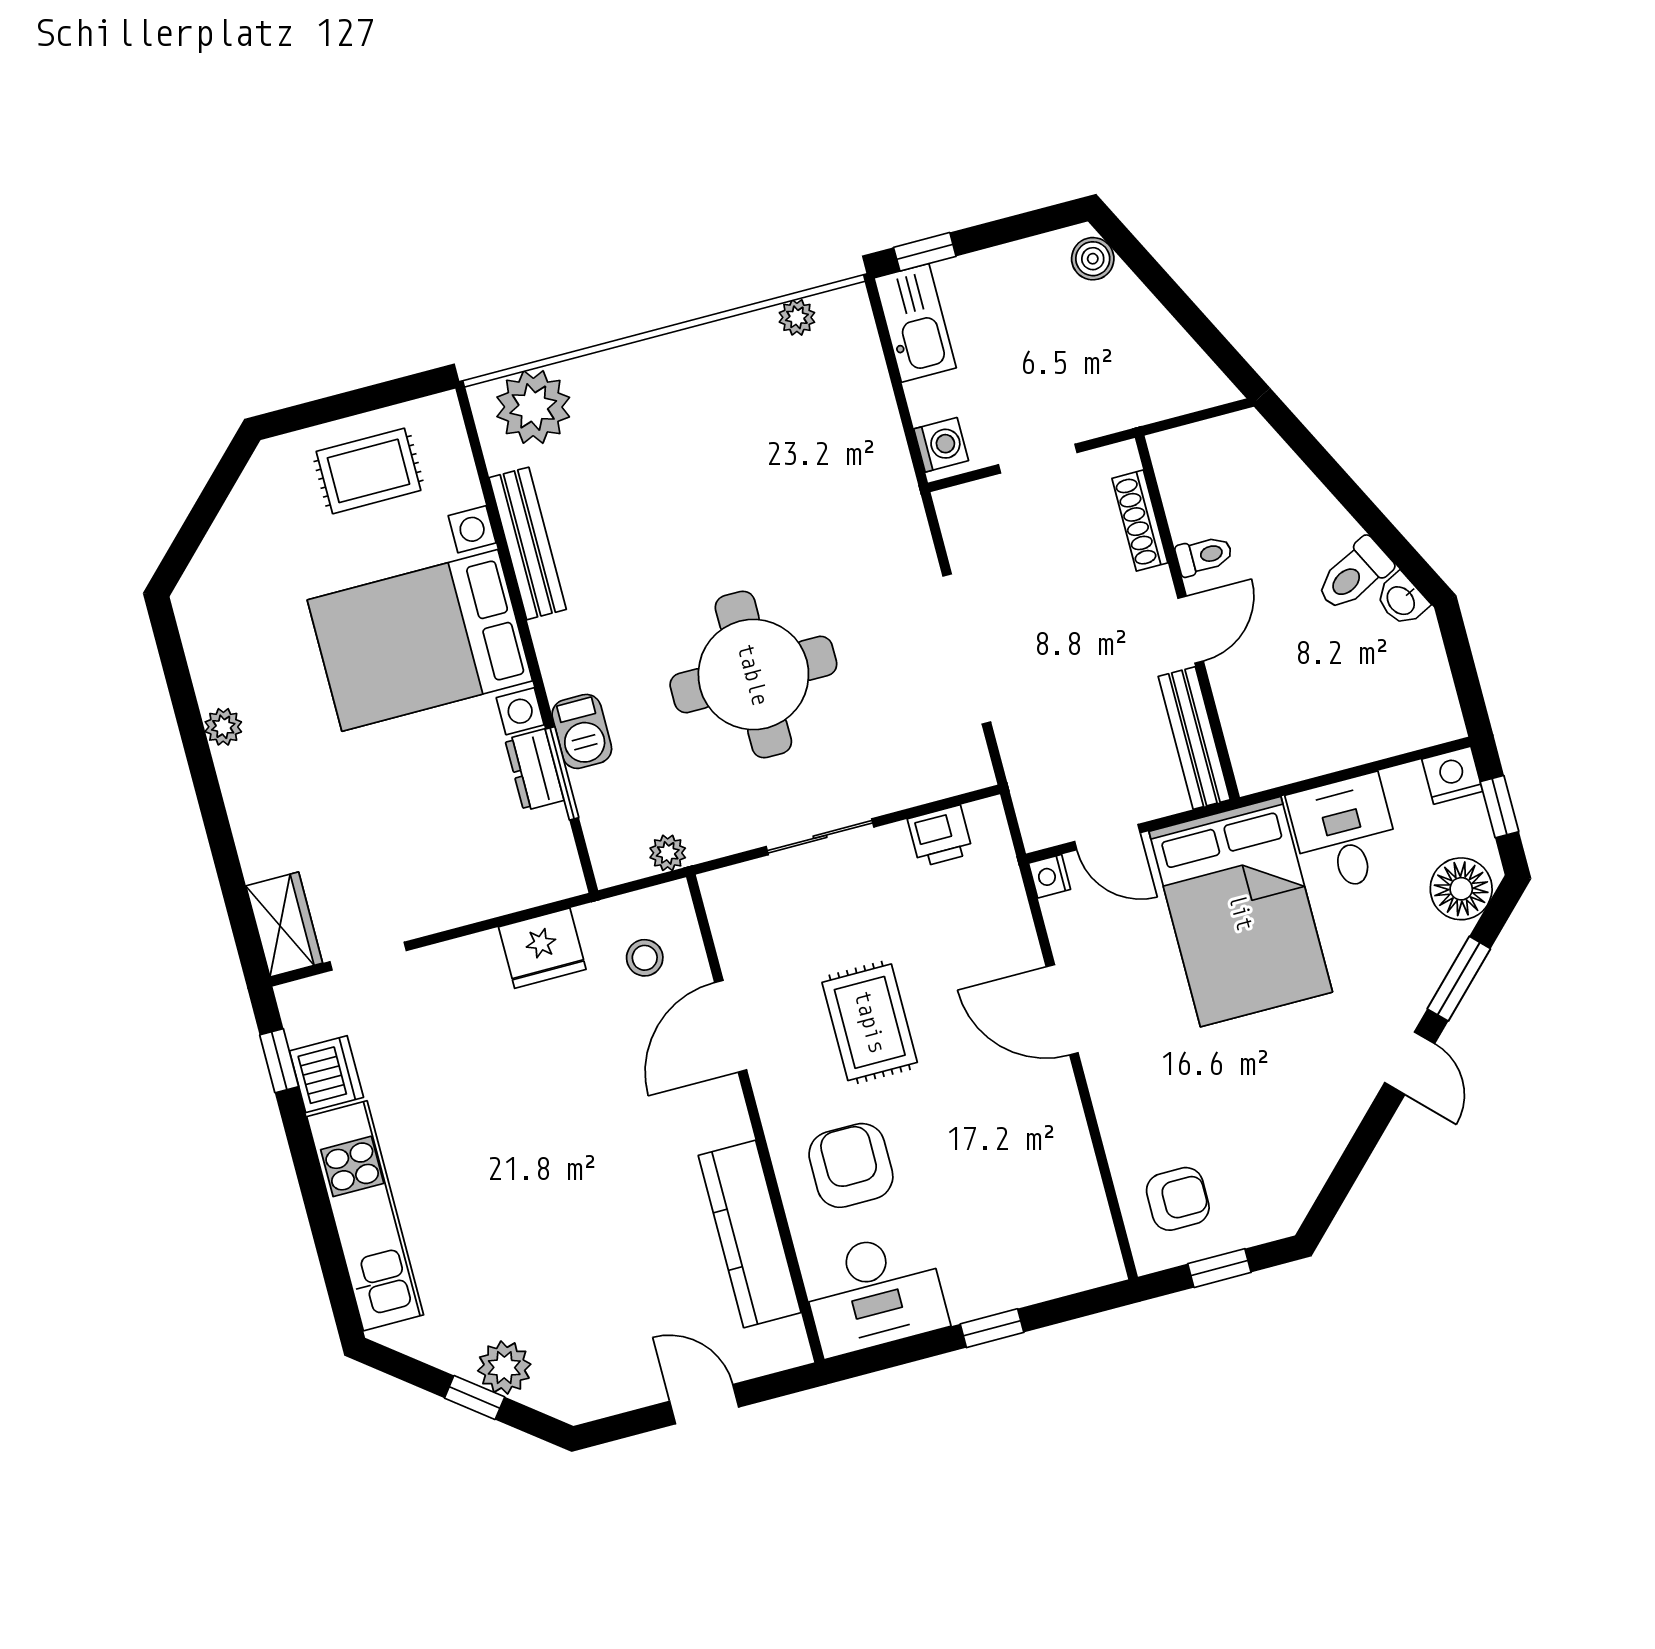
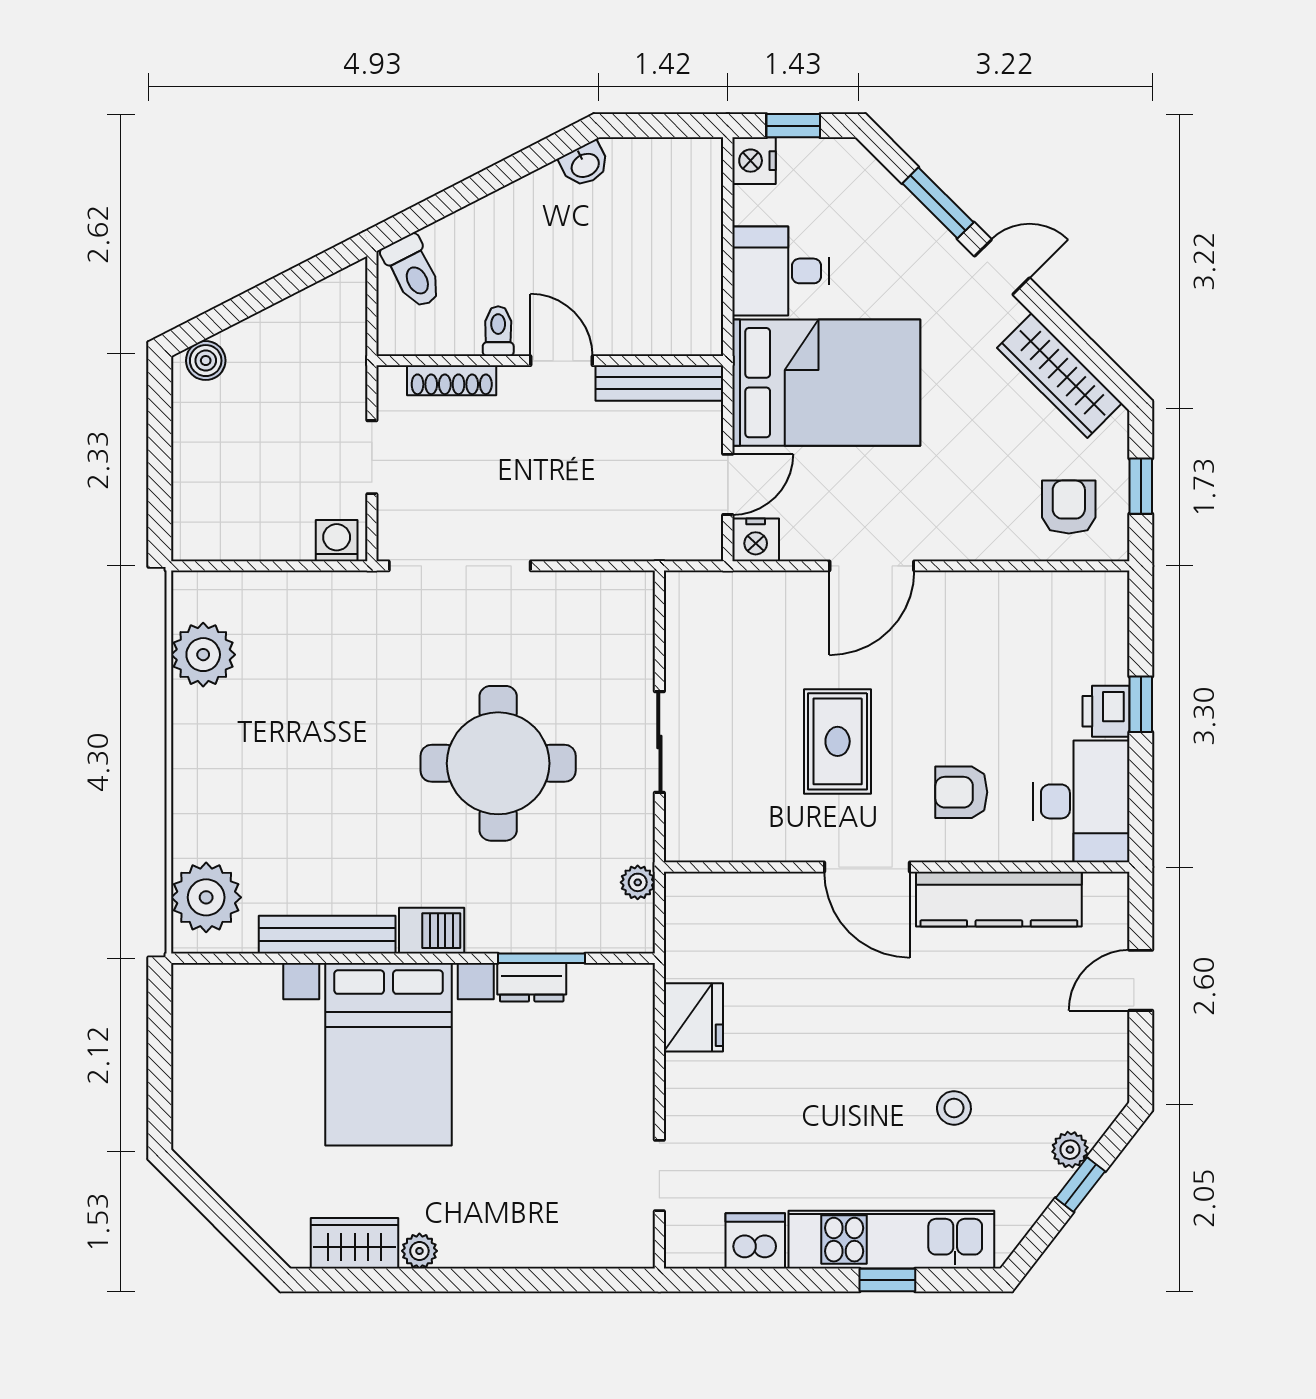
window: (925, 252) -> (160, 510), removed
plant: (797, 317) -> (203, 655), width x1.88, depth x1.88
kitchen sink: (915, 323) -> (221, 535), removed
rug: (369, 471) -> (224, 1060), removed
toilet: (1354, 575) -> (413, 272), moved
doorway: (967, 649) -> (460, 566), moved
barbecue: (582, 731) -> (432, 931), moved
printer: (940, 836) -> (1106, 711), moved, turned 180
nightstand: (1050, 876) -> (756, 540), width x1.39, depth x1.35
floor lamp: (1461, 889) -> (858, 180), removed
wardrobe: (284, 924) -> (355, 1243), moved
stool: (645, 958) -> (954, 1108), moved
rug: (870, 1022) -> (838, 741), turned 90
door: (731, 1026) -> (867, 867), moved
window: (279, 1061) -> (887, 1280), moved
wardrobe: (1312, 1153) -> (1060, 376), added
armchair: (851, 1165) -> (961, 792), width x0.72, depth x0.72
plant: (504, 1368) -> (1070, 1150), width x0.73, depth x0.73

